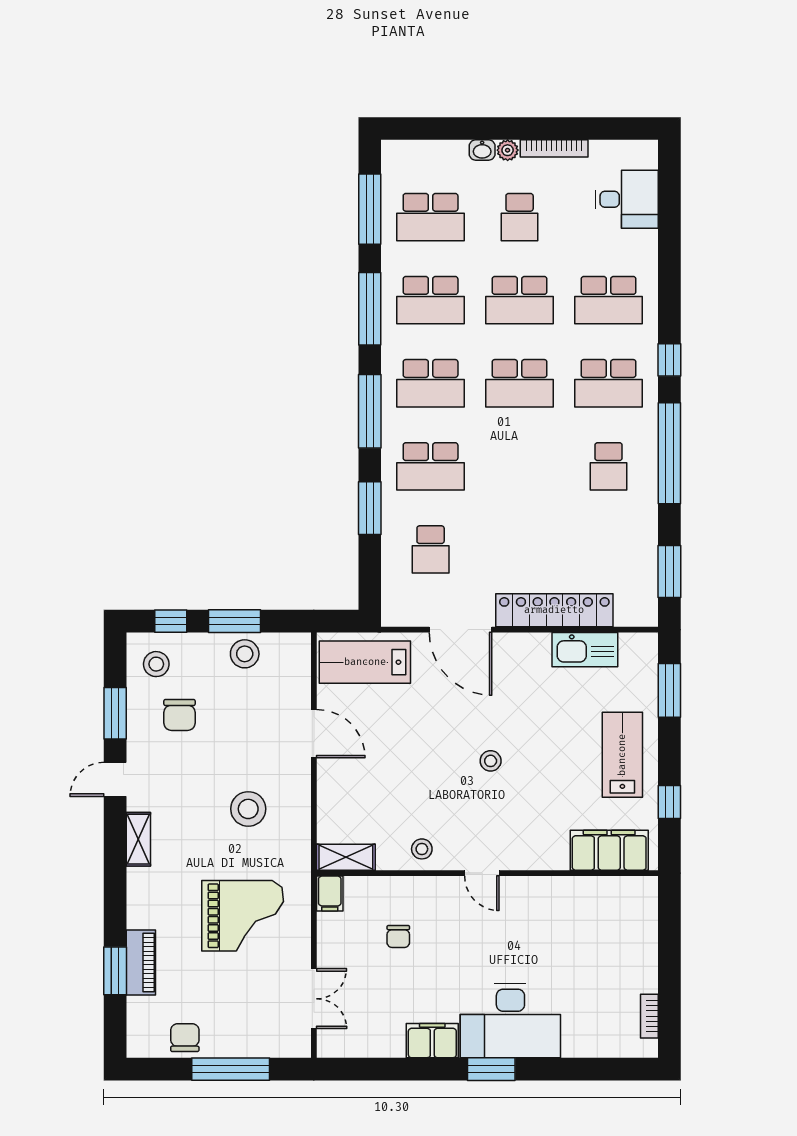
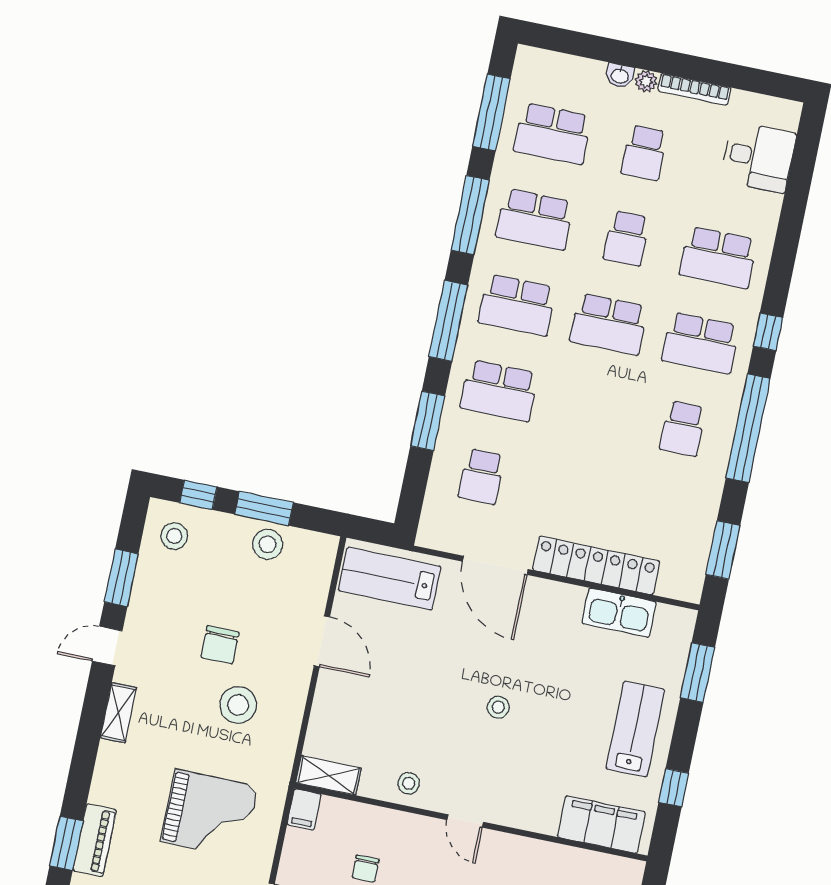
school desk: (520, 300) -> (626, 238), width x0.54
chair: (180, 715) -> (220, 645), moved

